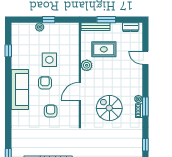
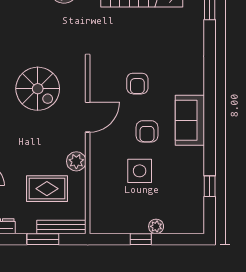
sofa: (20, 89) -> (190, 120), width x0.73

